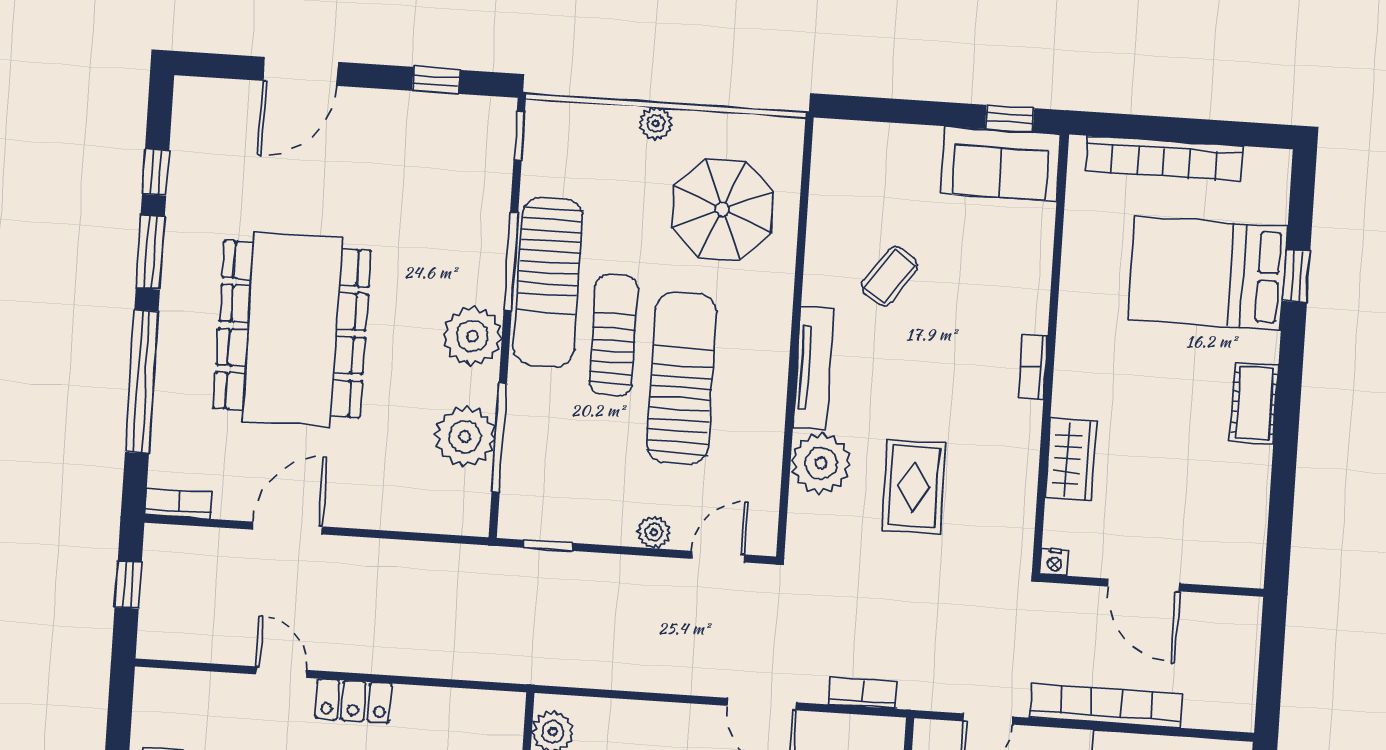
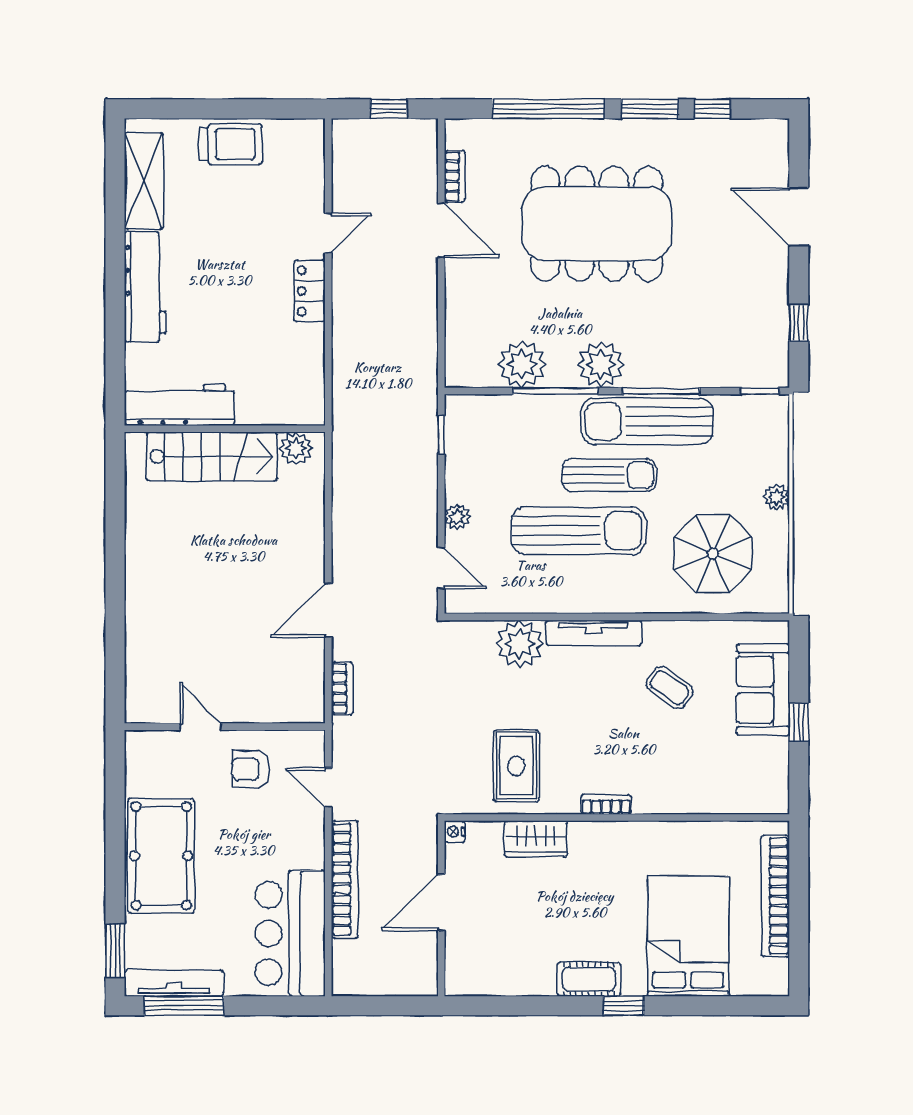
window: (1010, 118) -> (799, 722), moved
sofa: (1001, 164) -> (763, 690), moved
window: (1297, 276) -> (624, 1006), moved
window: (499, 438) -> (555, 391), moved
rug: (914, 487) -> (516, 766), moved, turned 90
bookcase: (179, 504) -> (455, 176), moved

